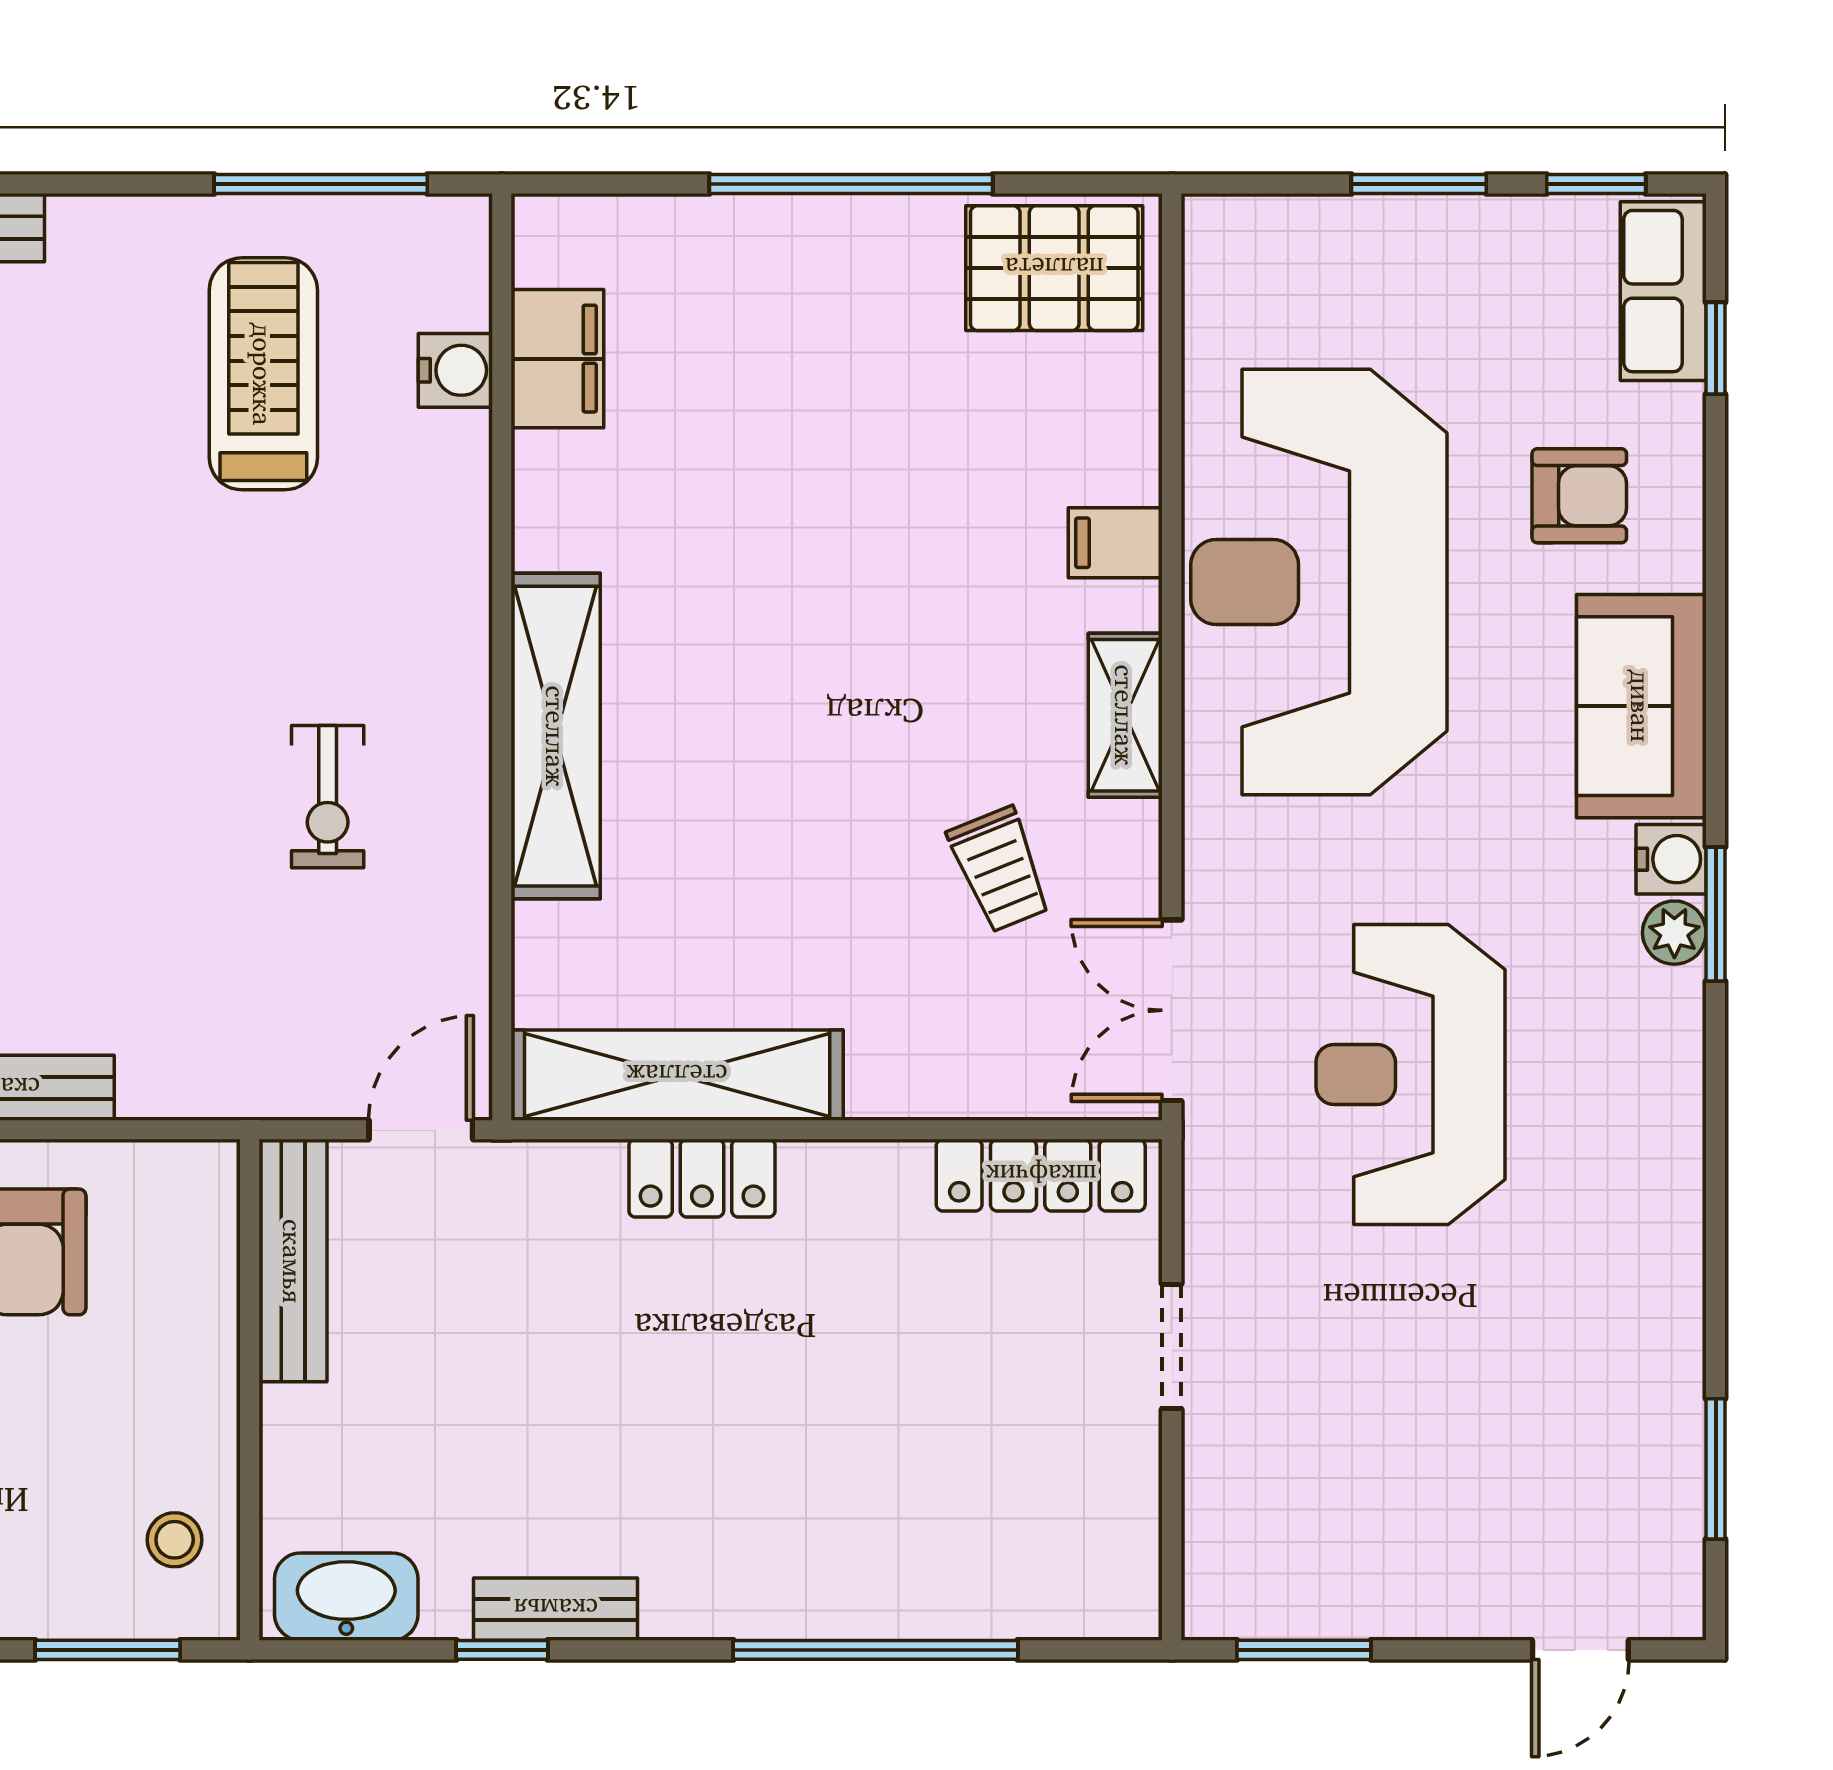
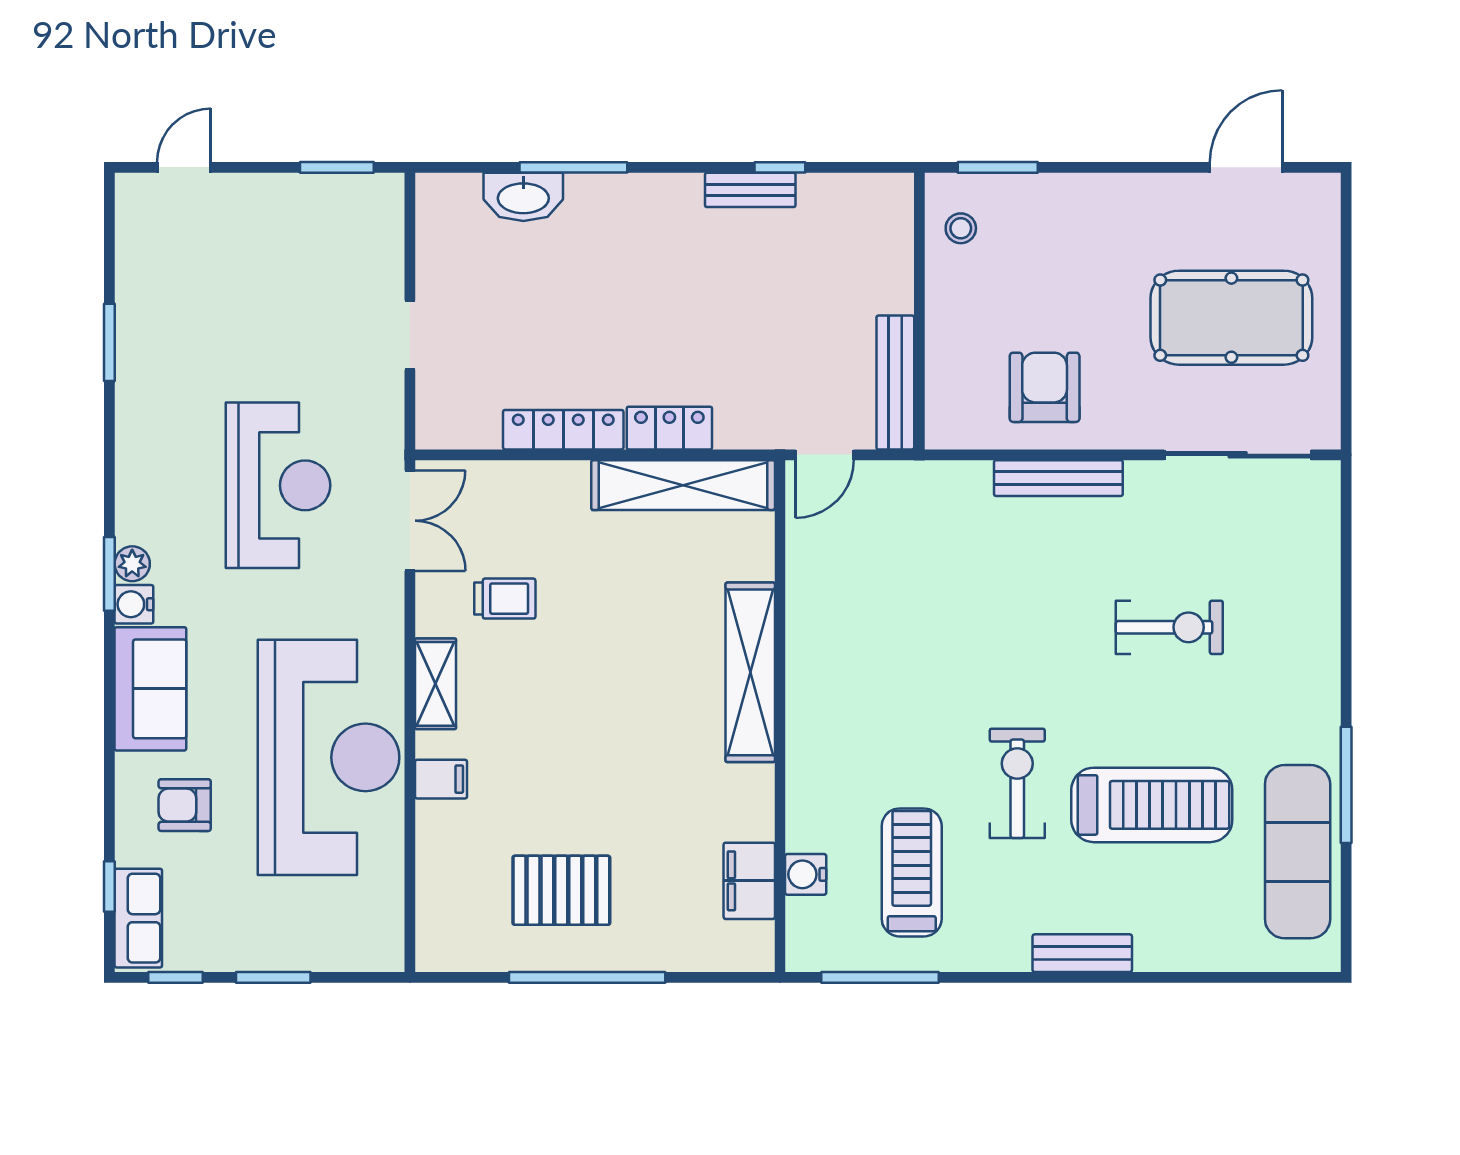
pallet: (1054, 268) -> (561, 890), moved
treadmill: (263, 374) -> (912, 872), turned 180
exercise bike: (328, 797) -> (1017, 783), moved, width x1.38, depth x1.39
trolley: (1000, 869) -> (505, 599), turned 112
locker: (1041, 1175) -> (563, 430), moved
window: (1716, 1469) -> (109, 342), moved
washbasin: (346, 1597) -> (523, 197), moved
window: (876, 1650) -> (573, 167), width x0.68

